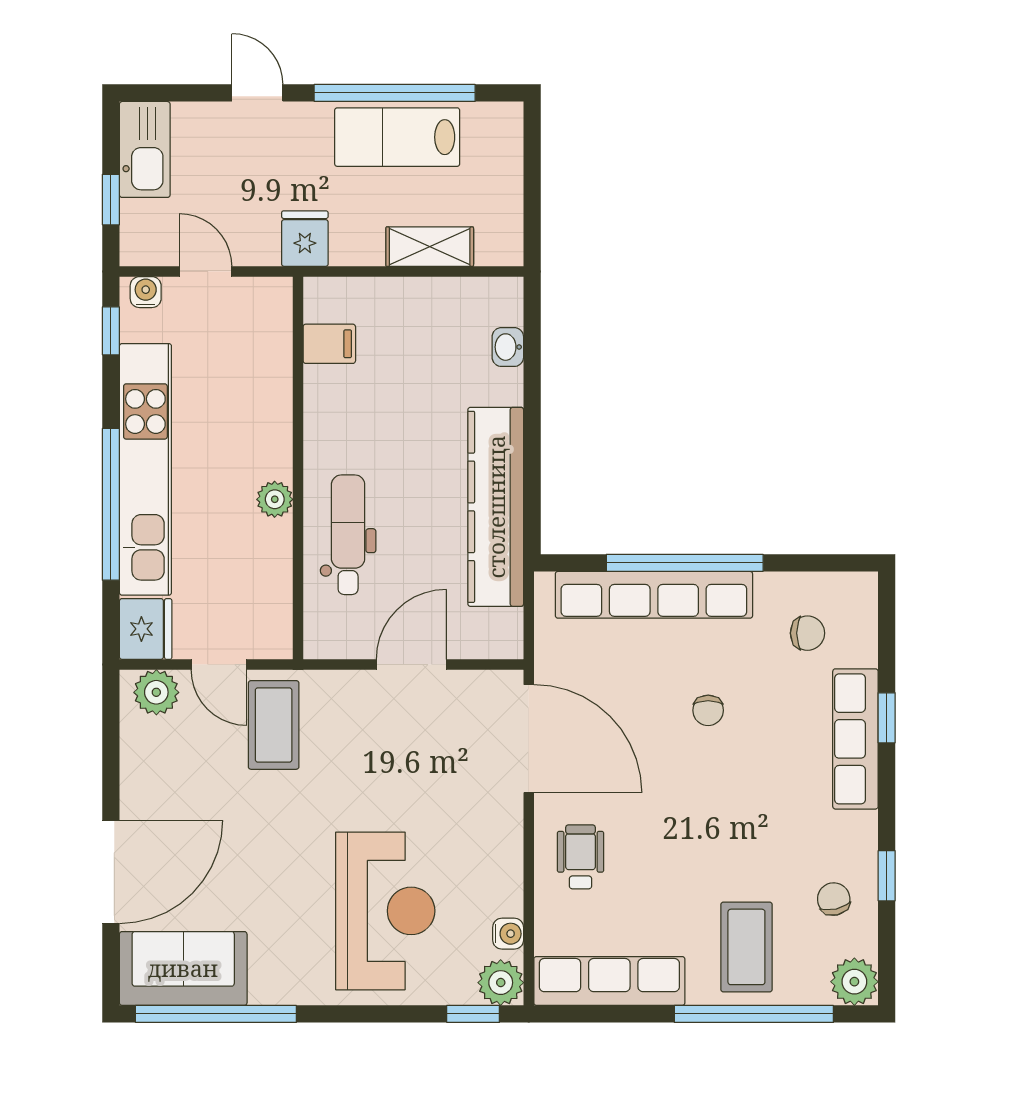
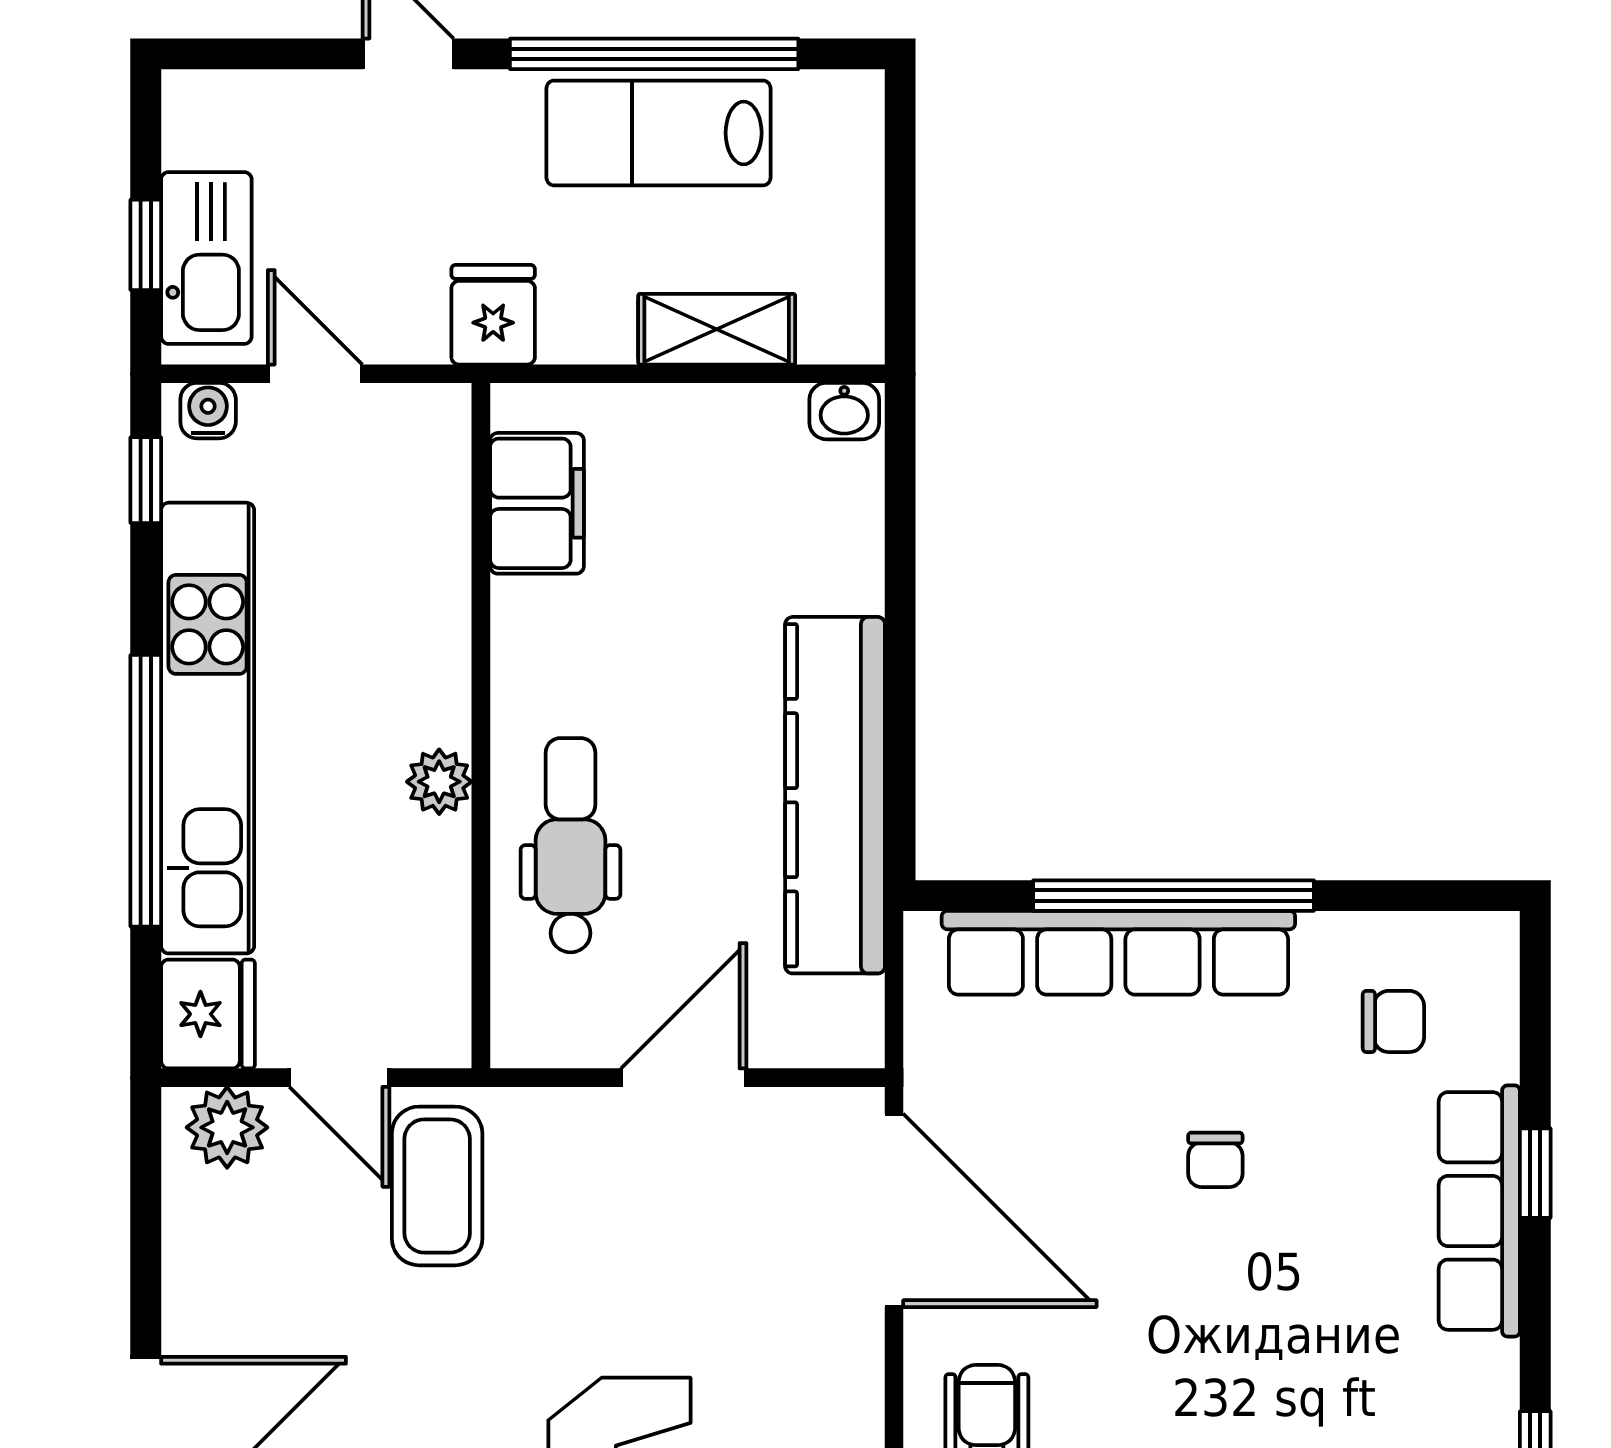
kitchen sink: (145, 149) -> (206, 258), moved
filing cabinet: (329, 344) -> (537, 503), width x2.00
washbasin: (508, 347) -> (844, 411), moved, turned -90

